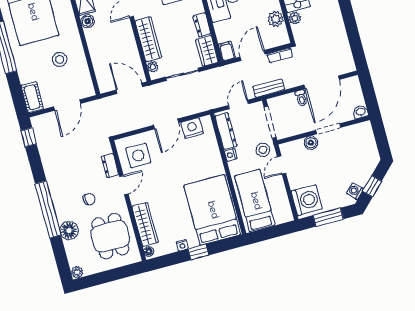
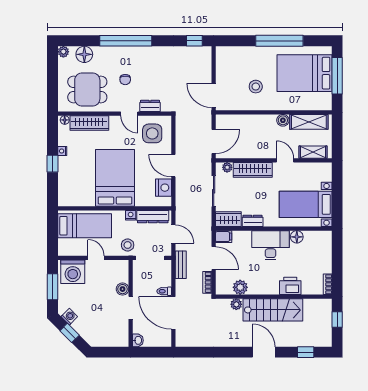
cot: (32, 97) -> (229, 53), removed
door: (67, 105) -> (214, 95), moved
door: (282, 165) -> (96, 258), moved
bed: (212, 210) -> (115, 178), moved, turned -90
floor lamp: (69, 231) -> (84, 54), moved

